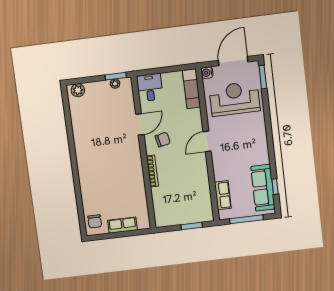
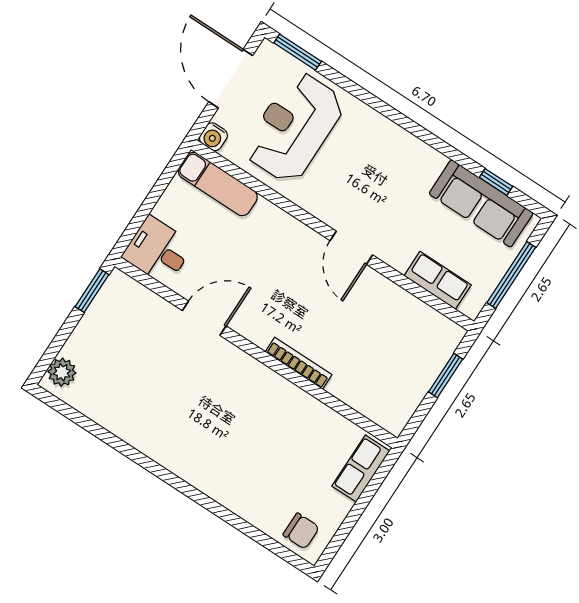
plant: (115, 84) -> (103, 302), removed
door: (140, 124) -> (204, 318), hinge flipped
chair: (163, 140) -> (261, 302), removed
door: (207, 141) -> (351, 248), moved
row of seats: (123, 225) -> (361, 469), moved

